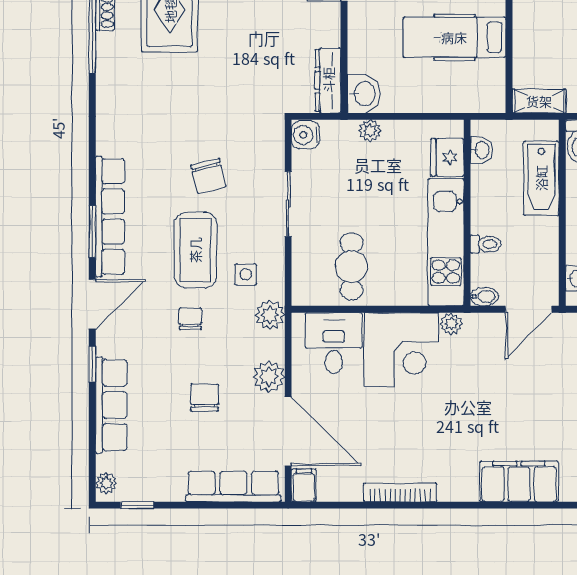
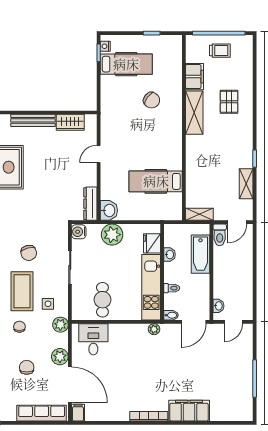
plant: (370, 131) -> (112, 235), width x1.87, depth x1.87
washbasin: (481, 150) -> (170, 254), moved
corner desk: (401, 350) -> (128, 343), removed
bookcase: (400, 492) -> (149, 416), moved

